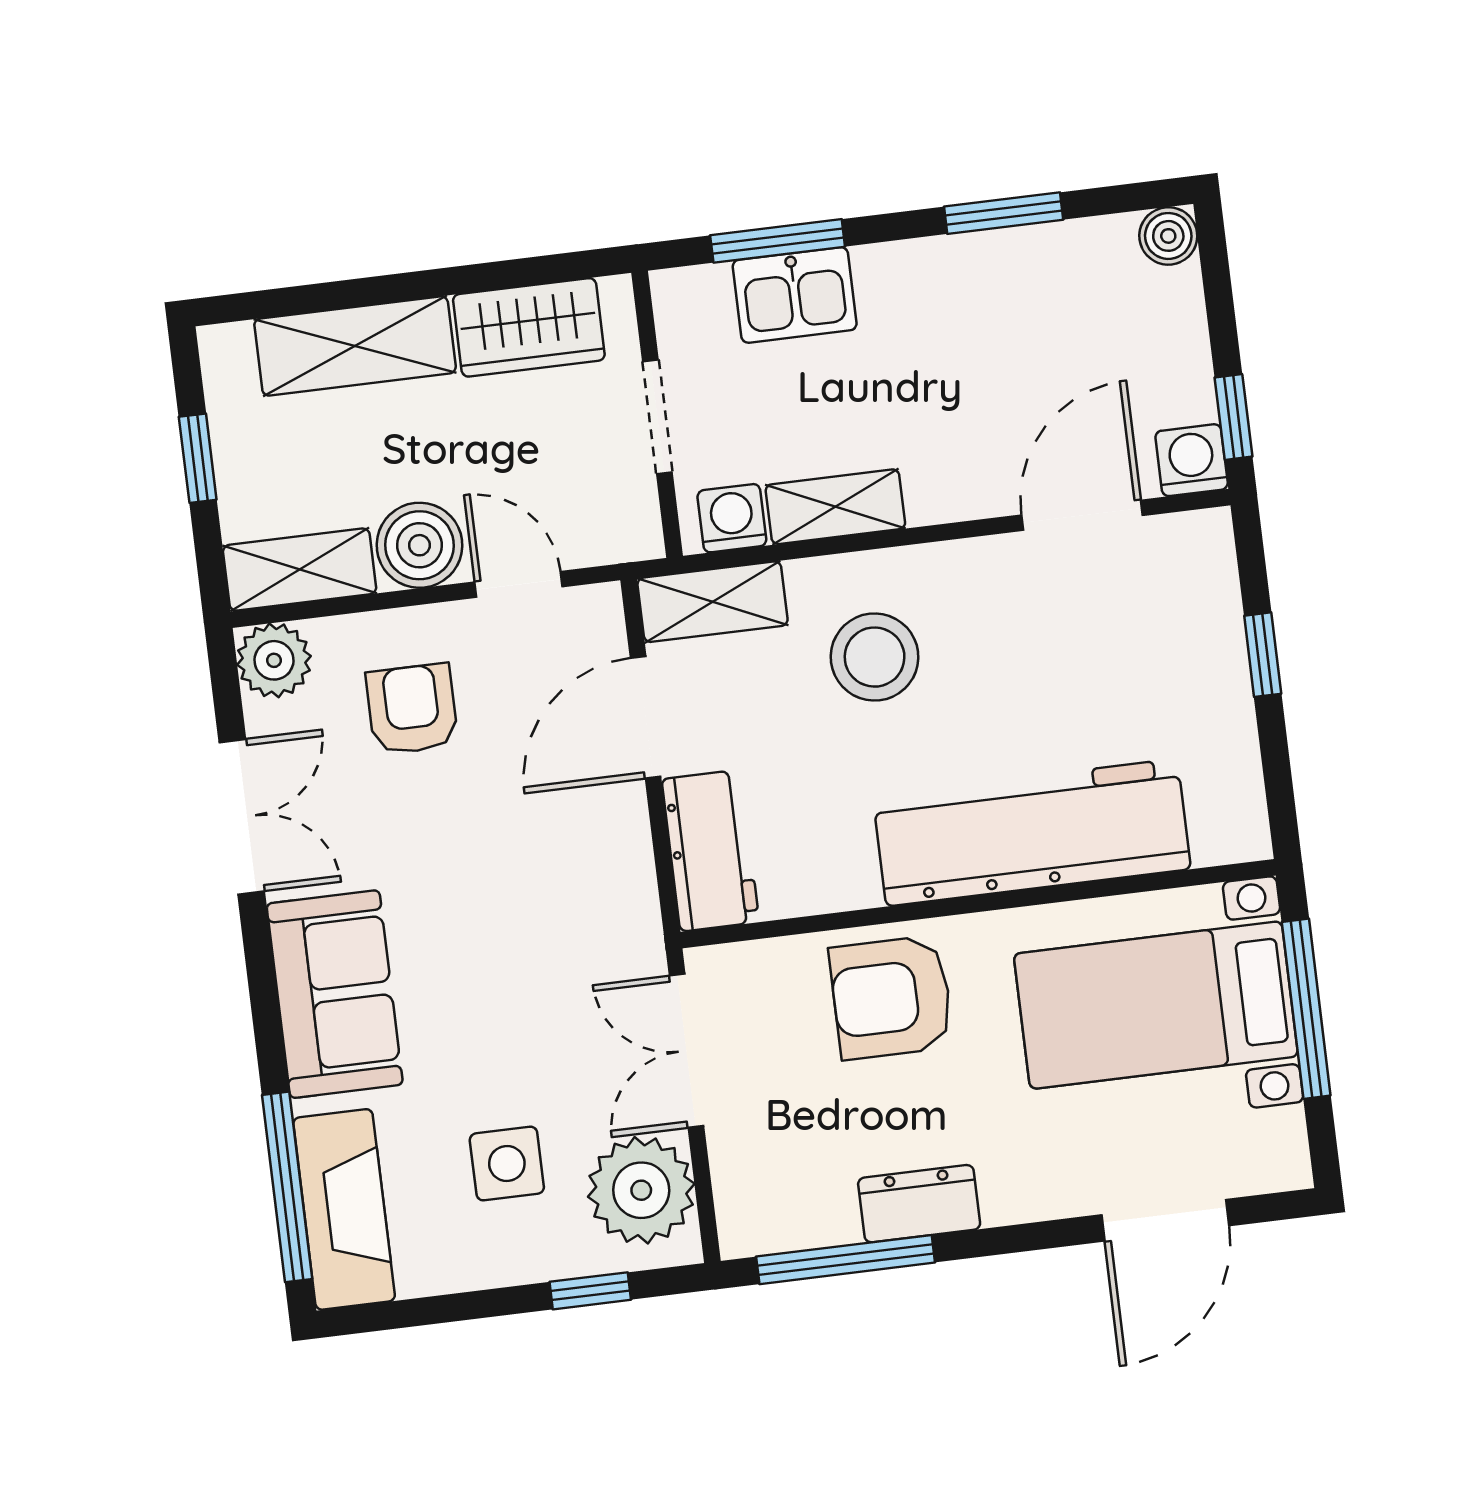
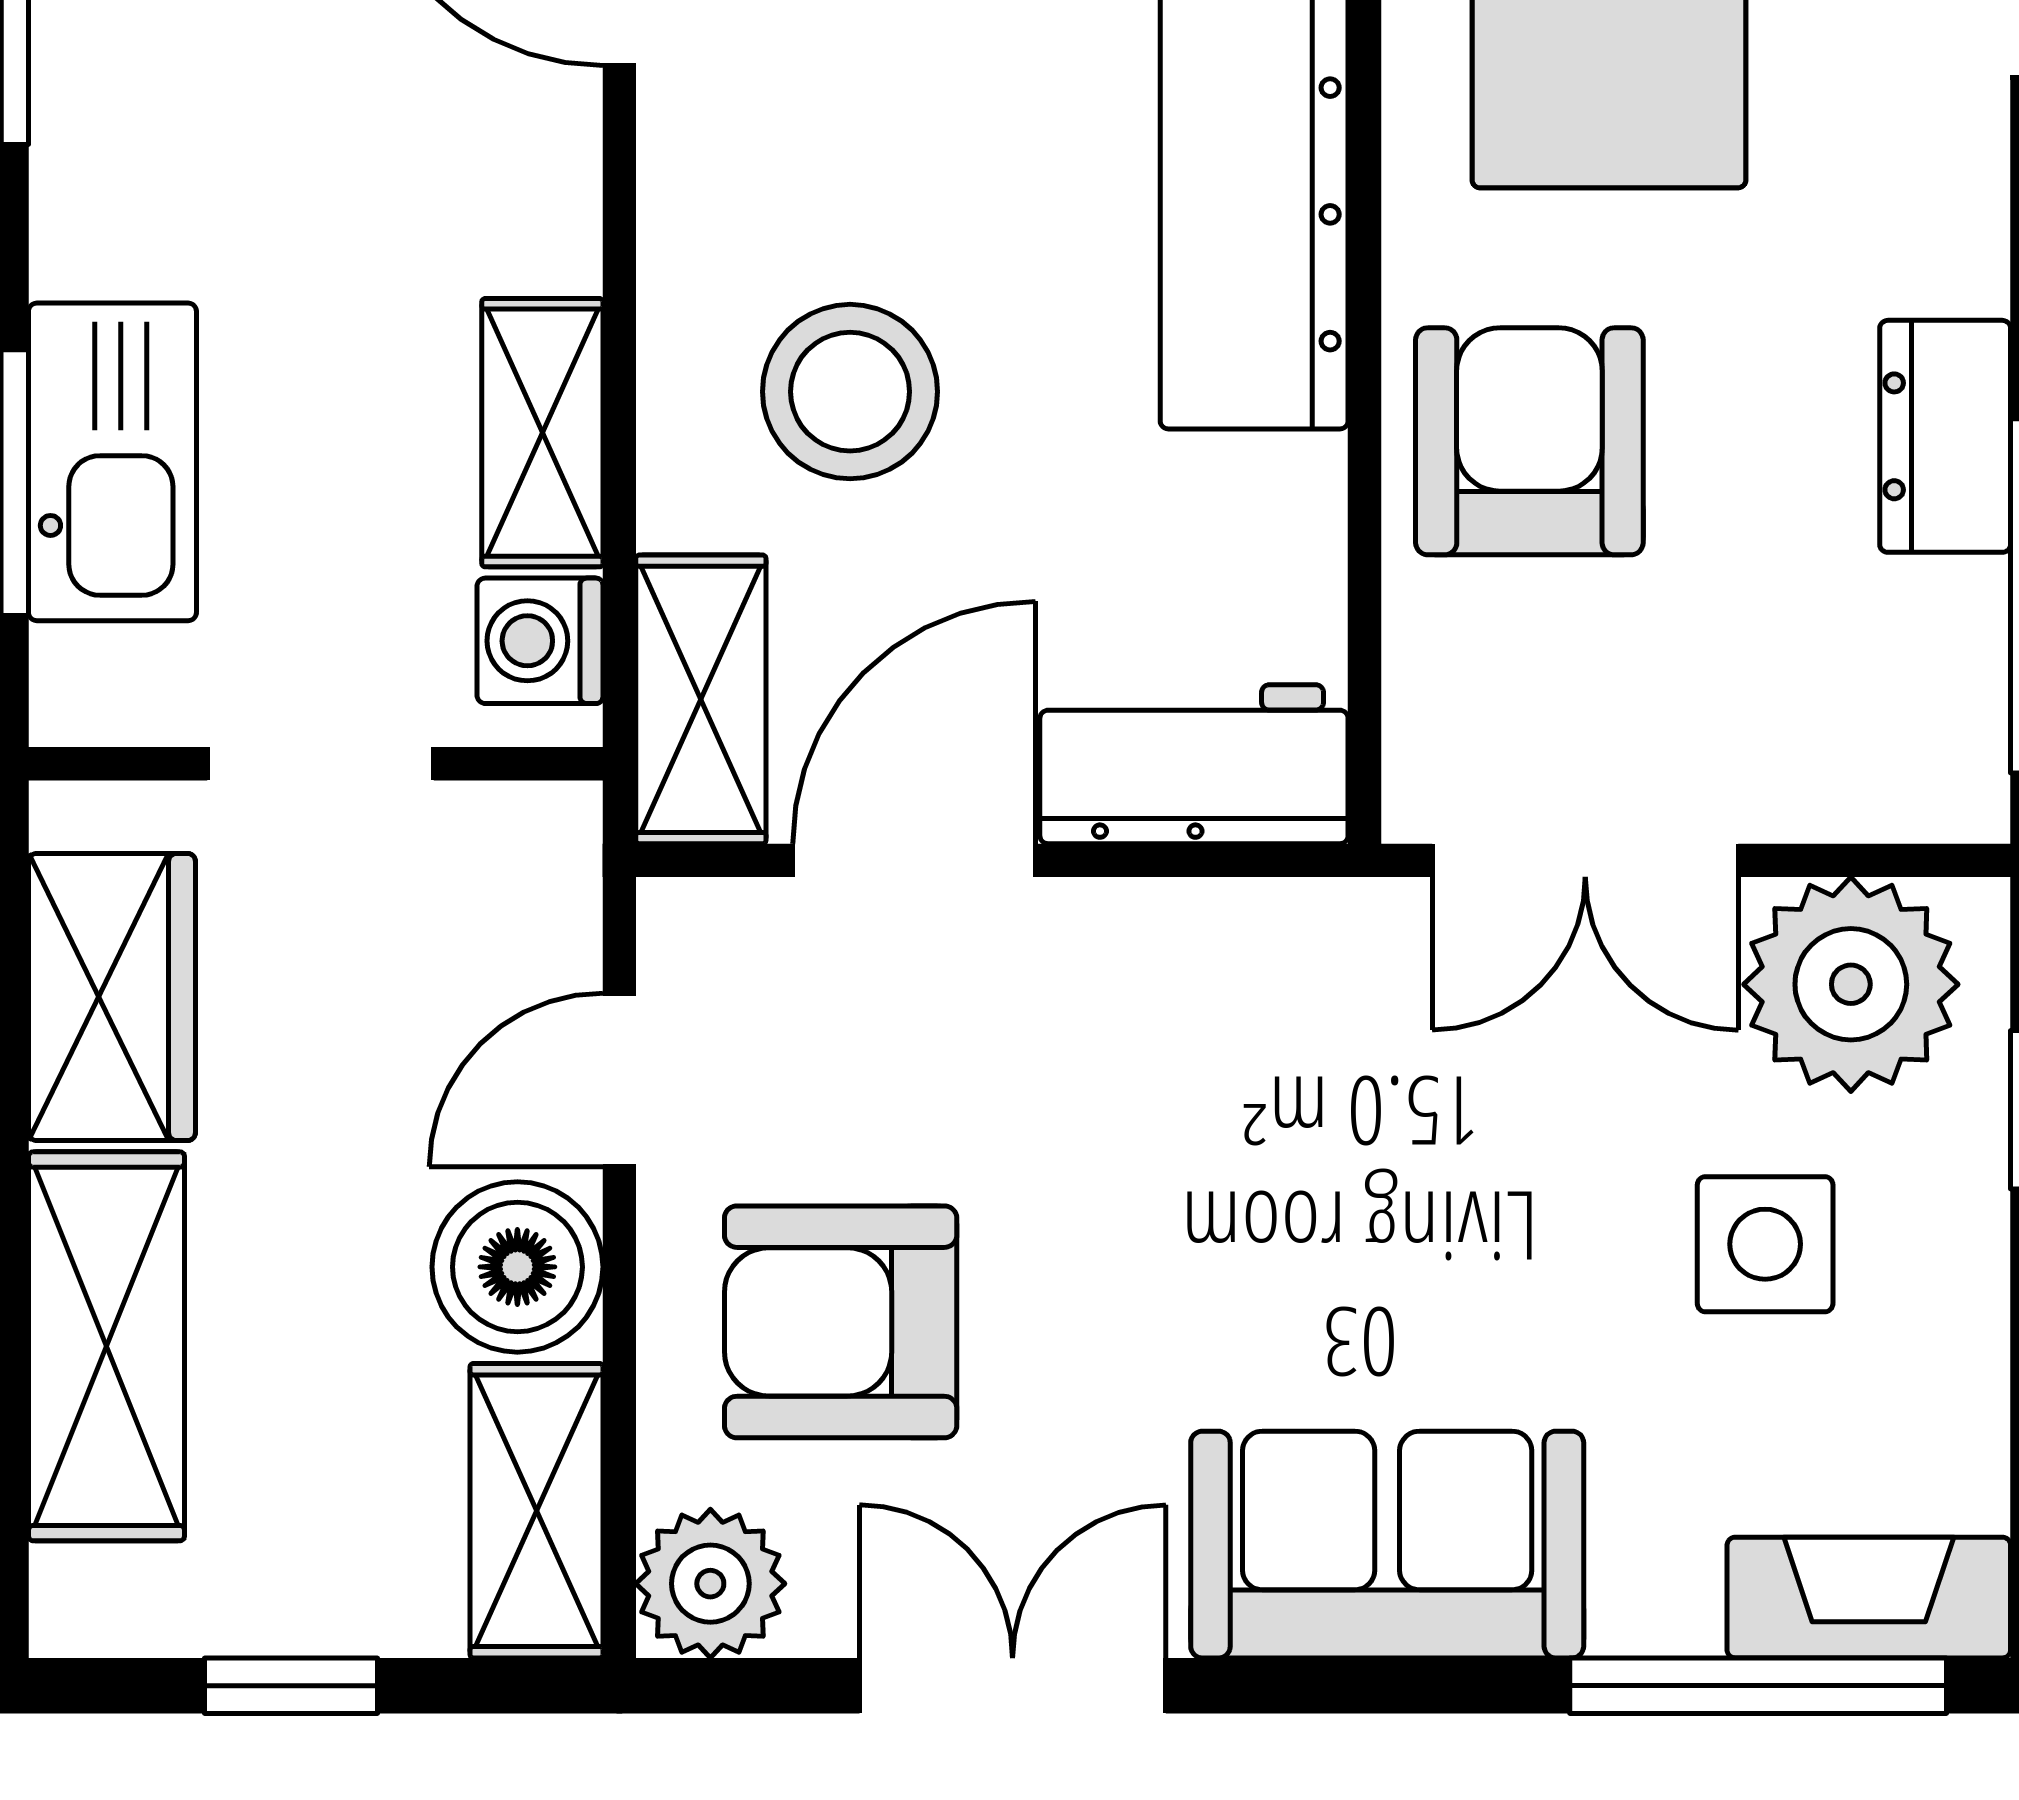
kitchen sink: (795, 295) -> (112, 462), width x1.38
armchair: (412, 709) -> (841, 1322), width x1.38, depth x1.38
door: (646, 717) -> (914, 860), swing flipped
armchair: (891, 997) -> (1529, 441), turned 180
fireplace: (344, 1209) -> (1869, 1598), width x0.73, depth x0.76

